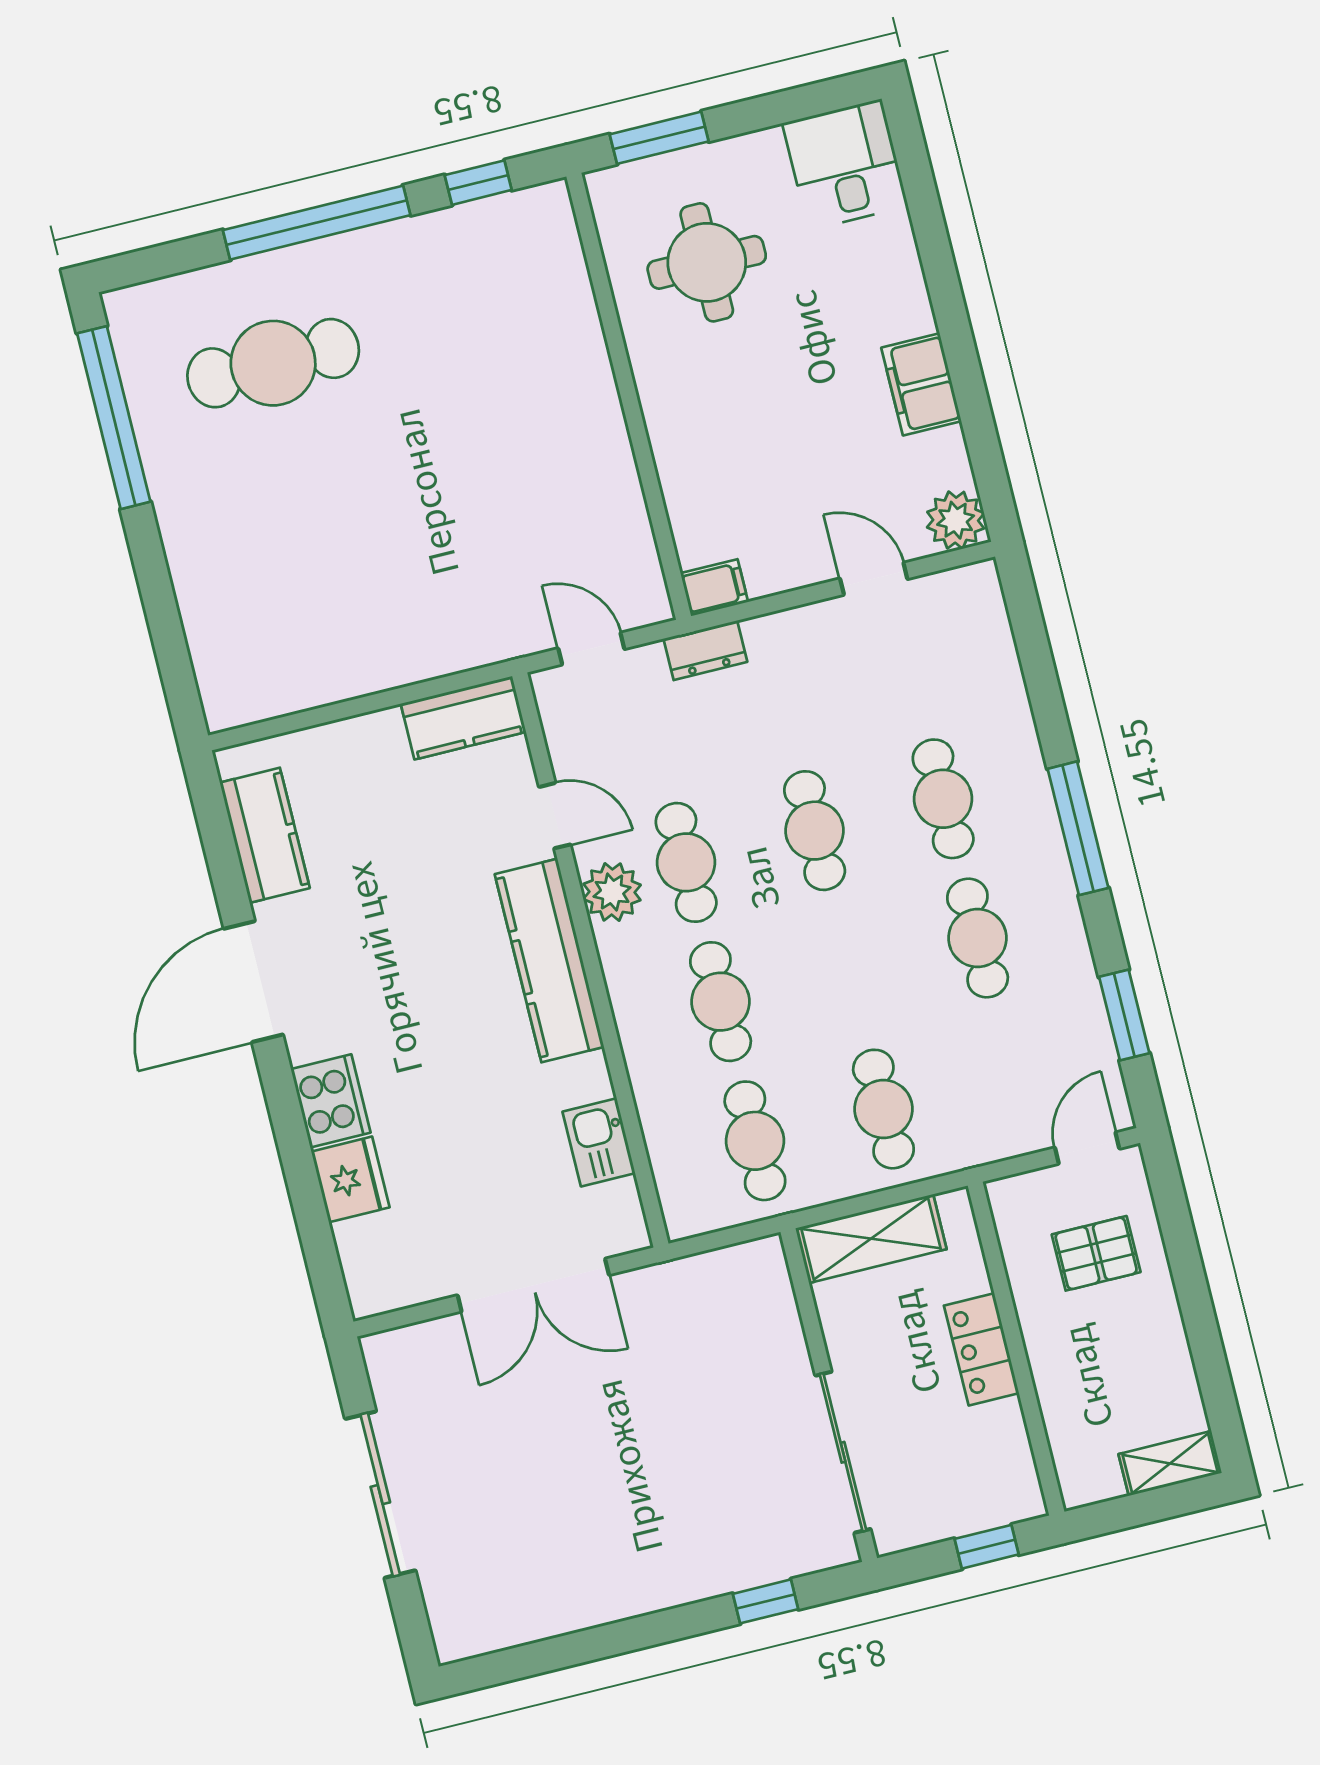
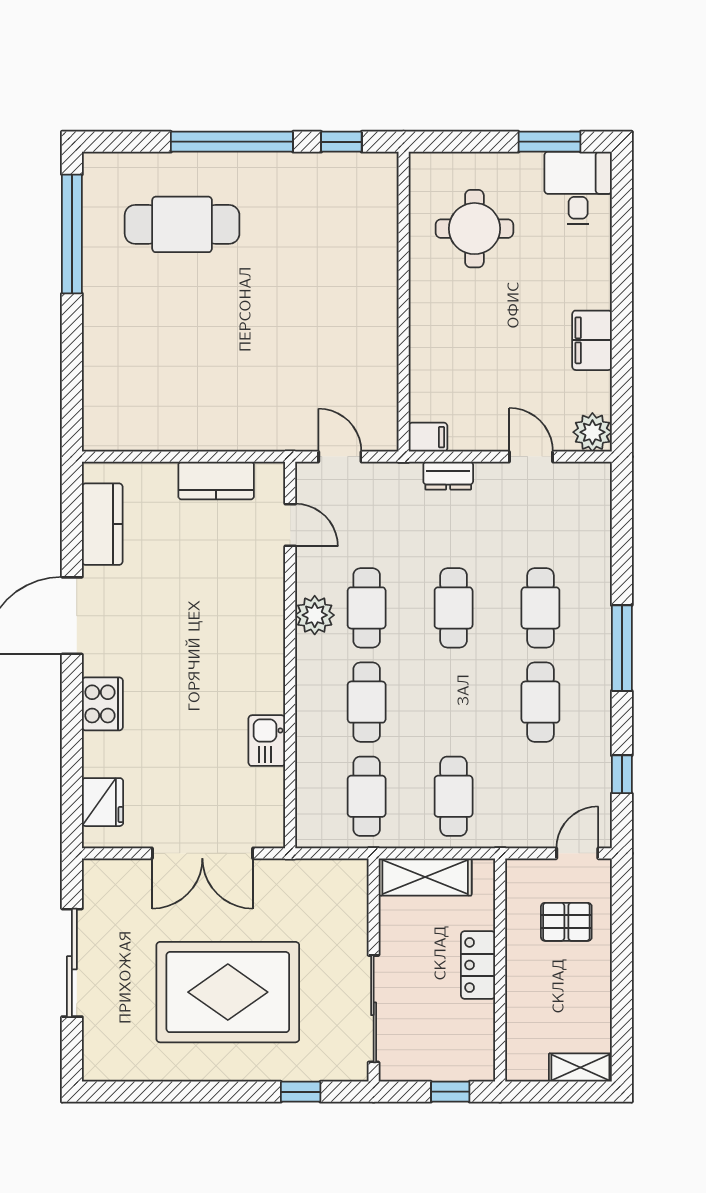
window: (659, 138) -> (549, 142), moved
dresser: (705, 650) -> (448, 476), moved
kitchen counter: (463, 718) -> (216, 481), moved
door: (555, 816) -> (290, 525), moved
kitchen counter: (549, 960) -> (264, 649), removed
window: (1124, 1015) -> (622, 774), width x0.67
kitchen sink: (599, 1142) -> (267, 741), moved
fridge: (350, 1179) -> (103, 802), moved
rug: (621, 1481) -> (228, 992), added

